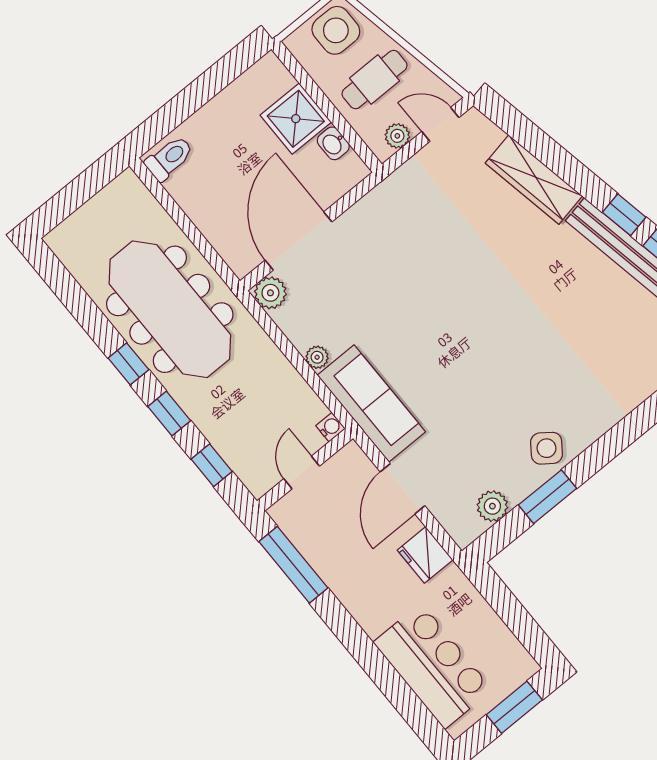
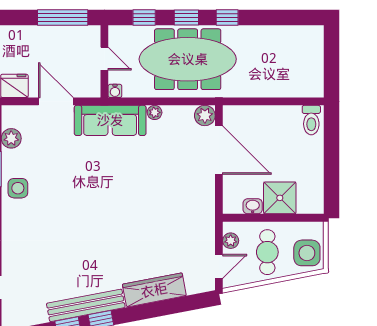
meeting table: (170, 309) -> (188, 59), moved
side table: (547, 448) -> (18, 188), turned -36

